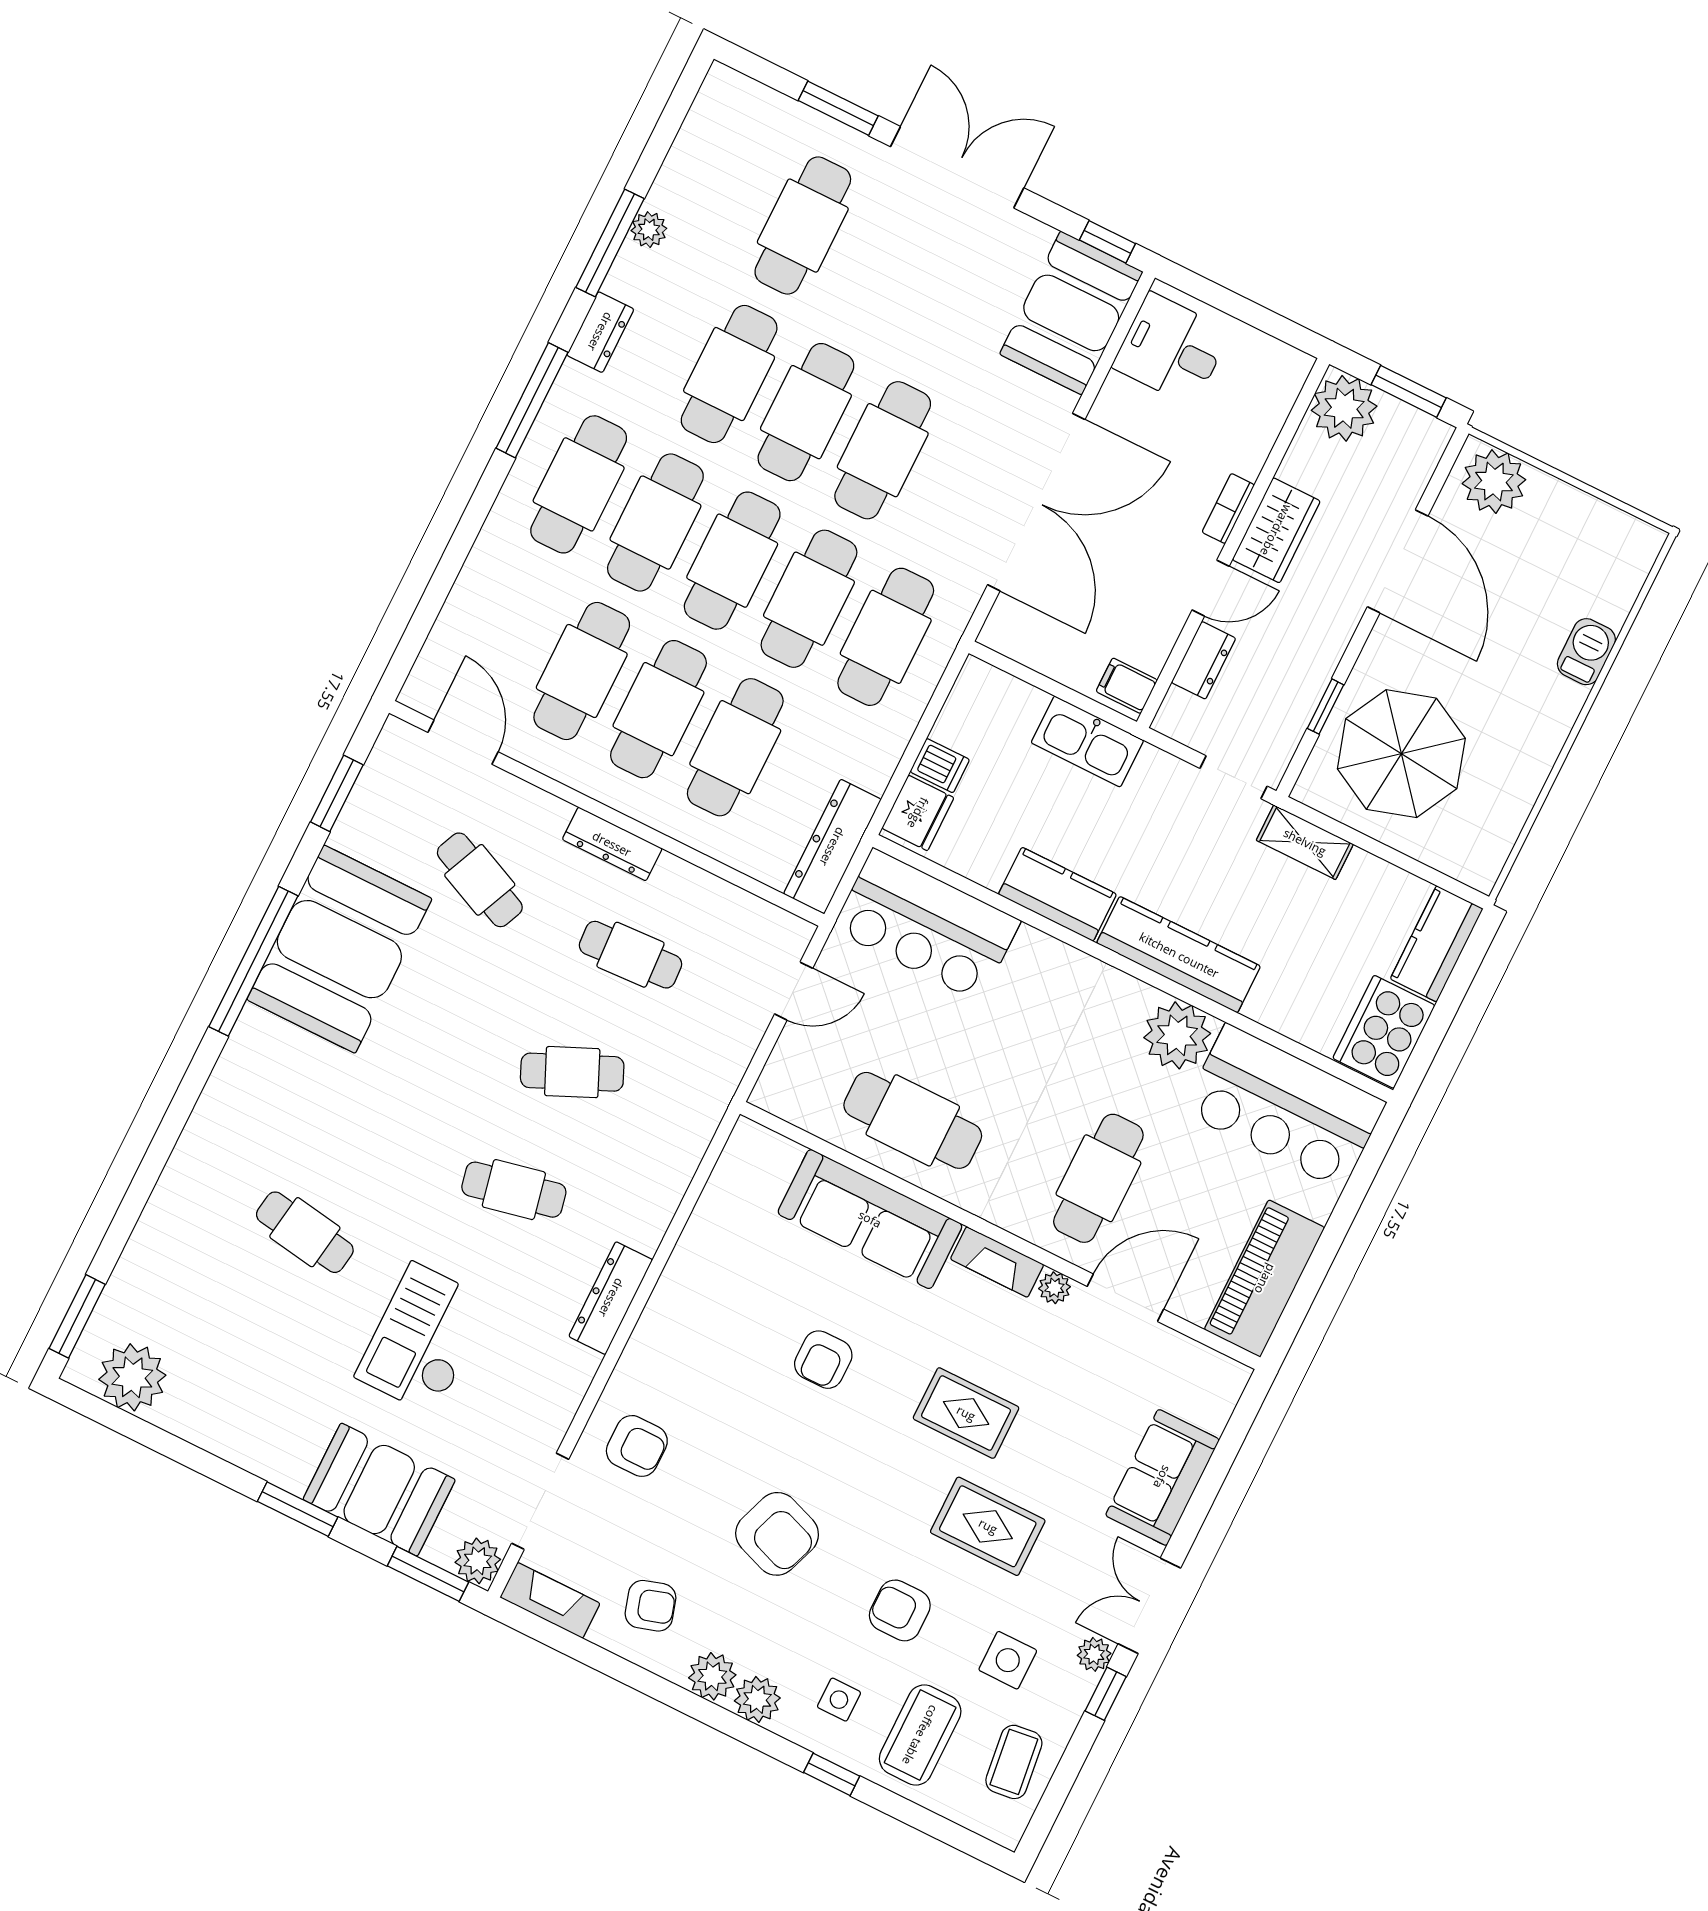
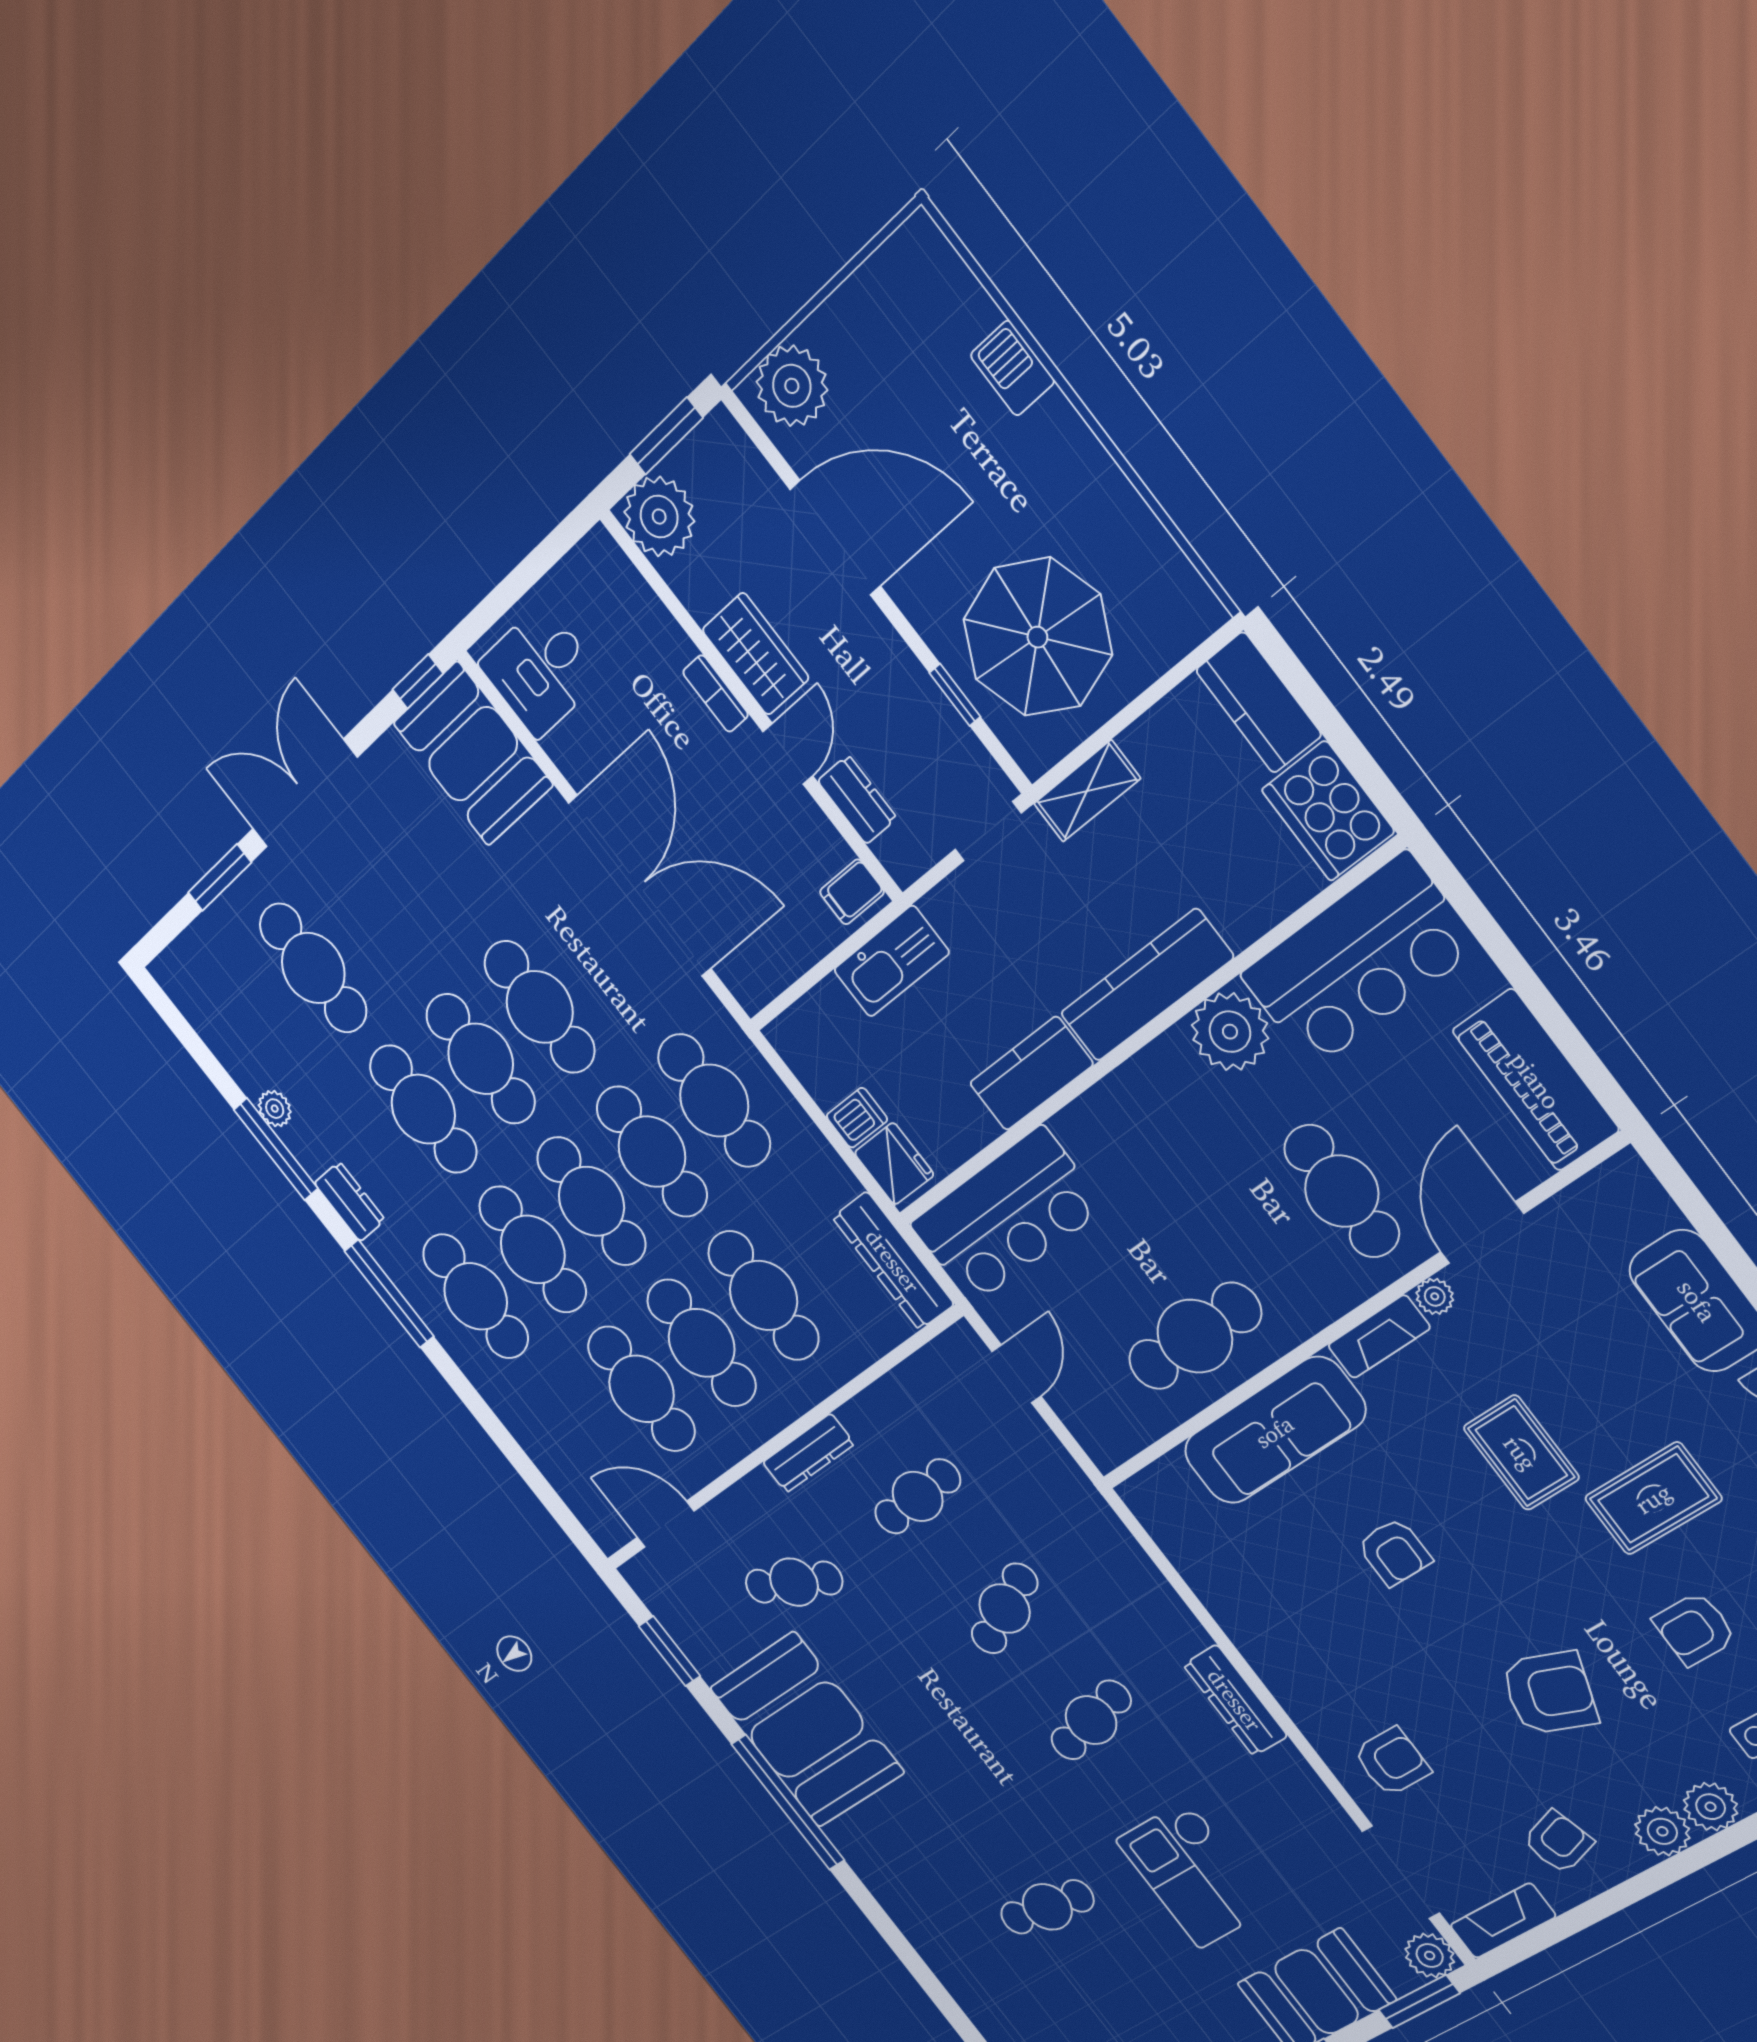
rug: (966, 1413) -> (1521, 1453), turned 90

